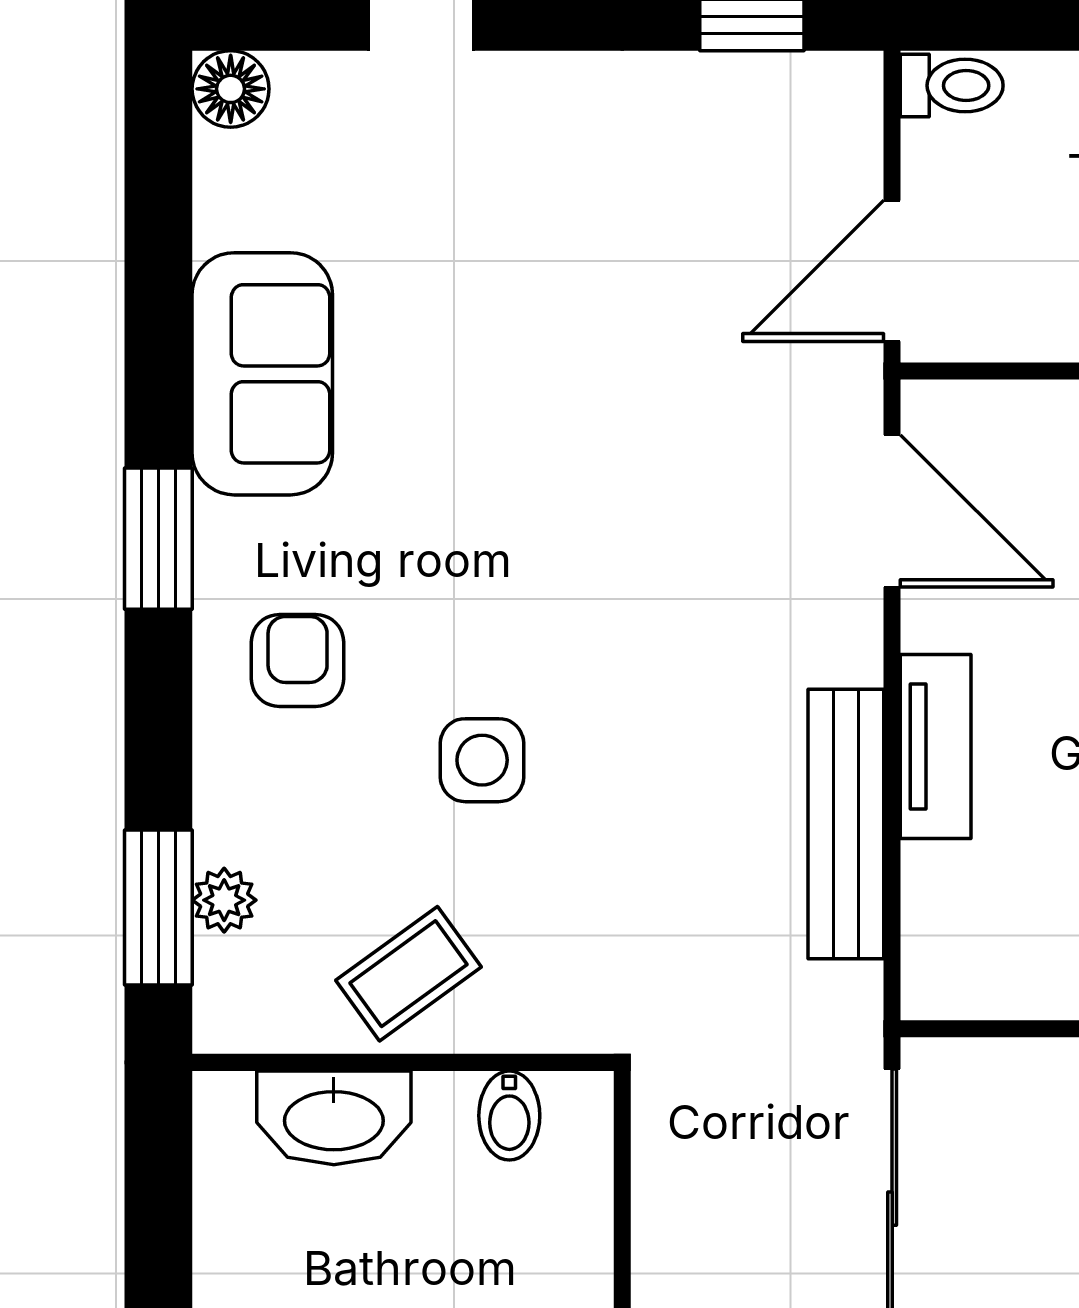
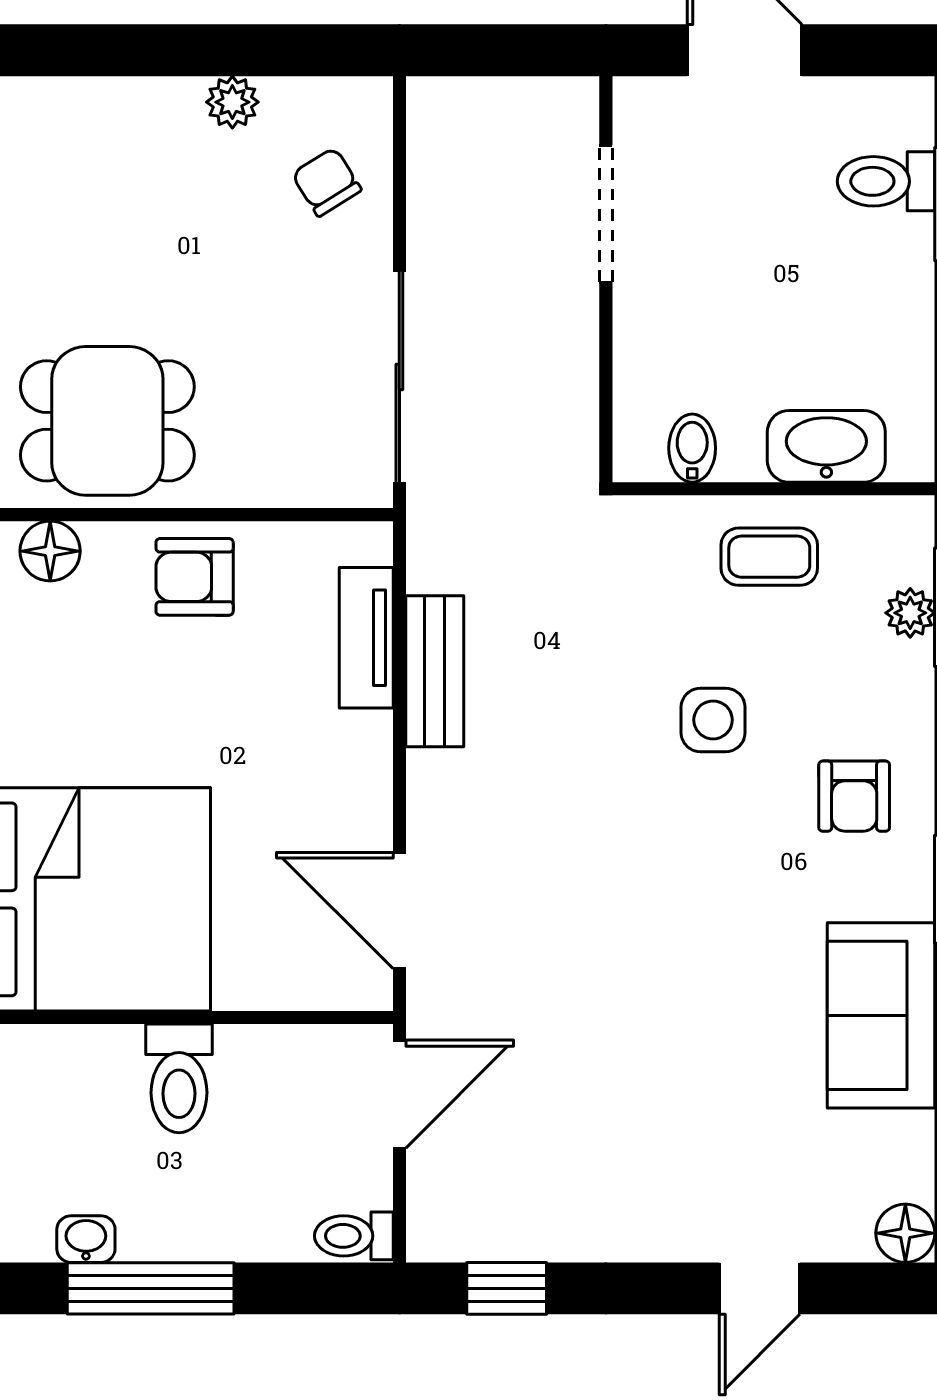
tv unit: (936, 746) -> (366, 638), moved
bench: (846, 824) -> (435, 671), width x0.73
coffee table: (409, 974) -> (769, 557), turned 36

